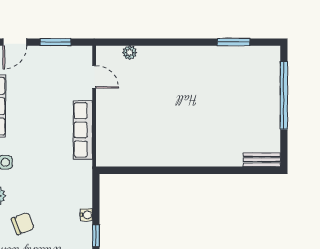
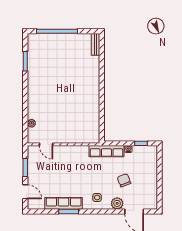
door: (94, 77) -> (46, 144), swing flipped
row of seats: (83, 130) -> (106, 151), moved
chair: (23, 224) -> (124, 180), moved

